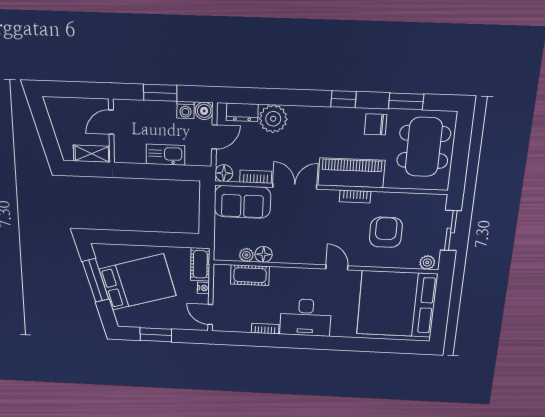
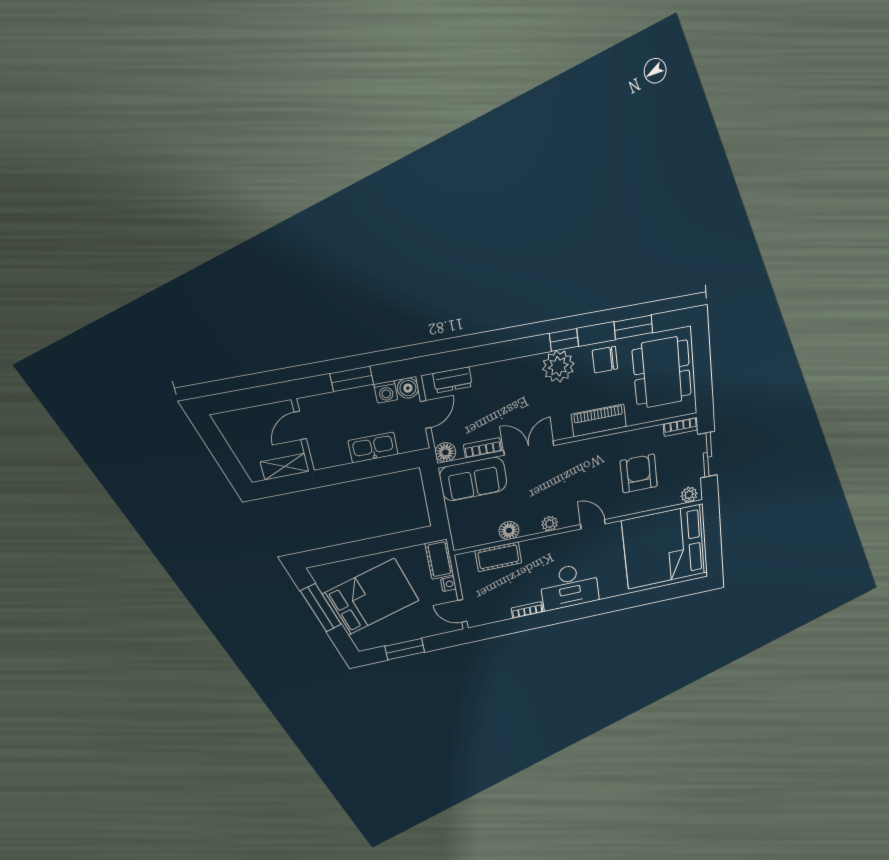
plant: (273, 119) -> (558, 366), moved
piano: (351, 173) -> (599, 420), width x0.73, depth x0.75
bookcase: (355, 196) -> (680, 427), moved
plant: (246, 255) -> (550, 524), moved

